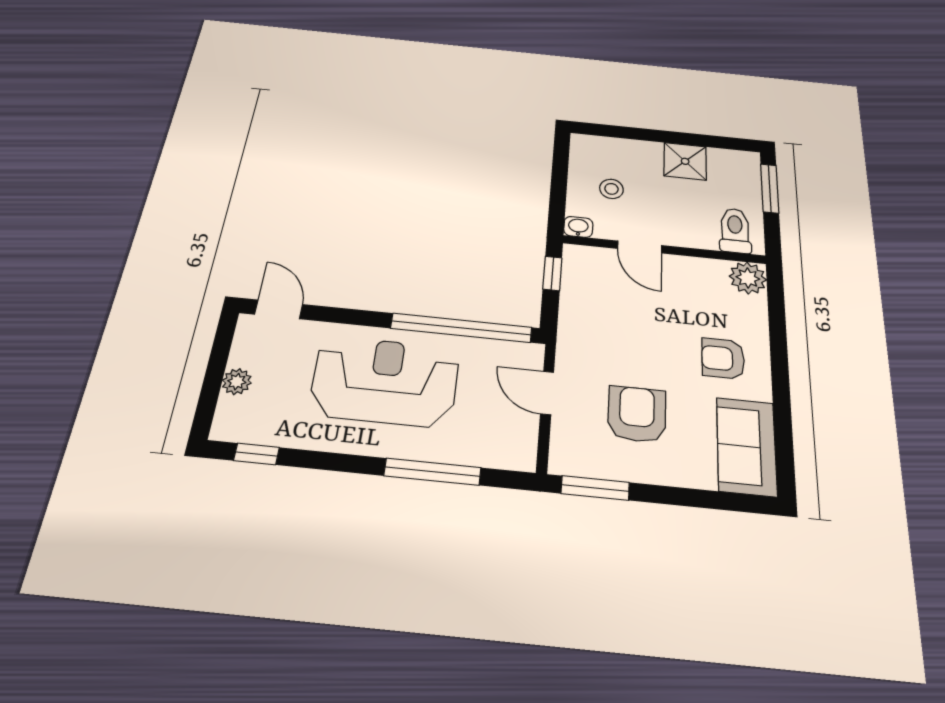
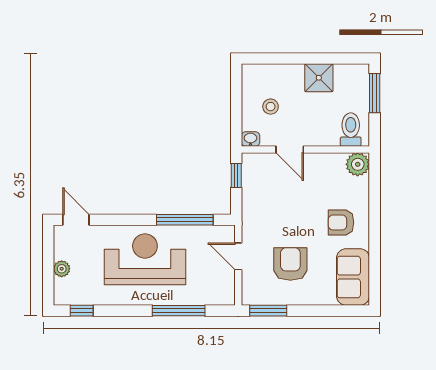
window: (461, 328) -> (185, 220), width x0.68

